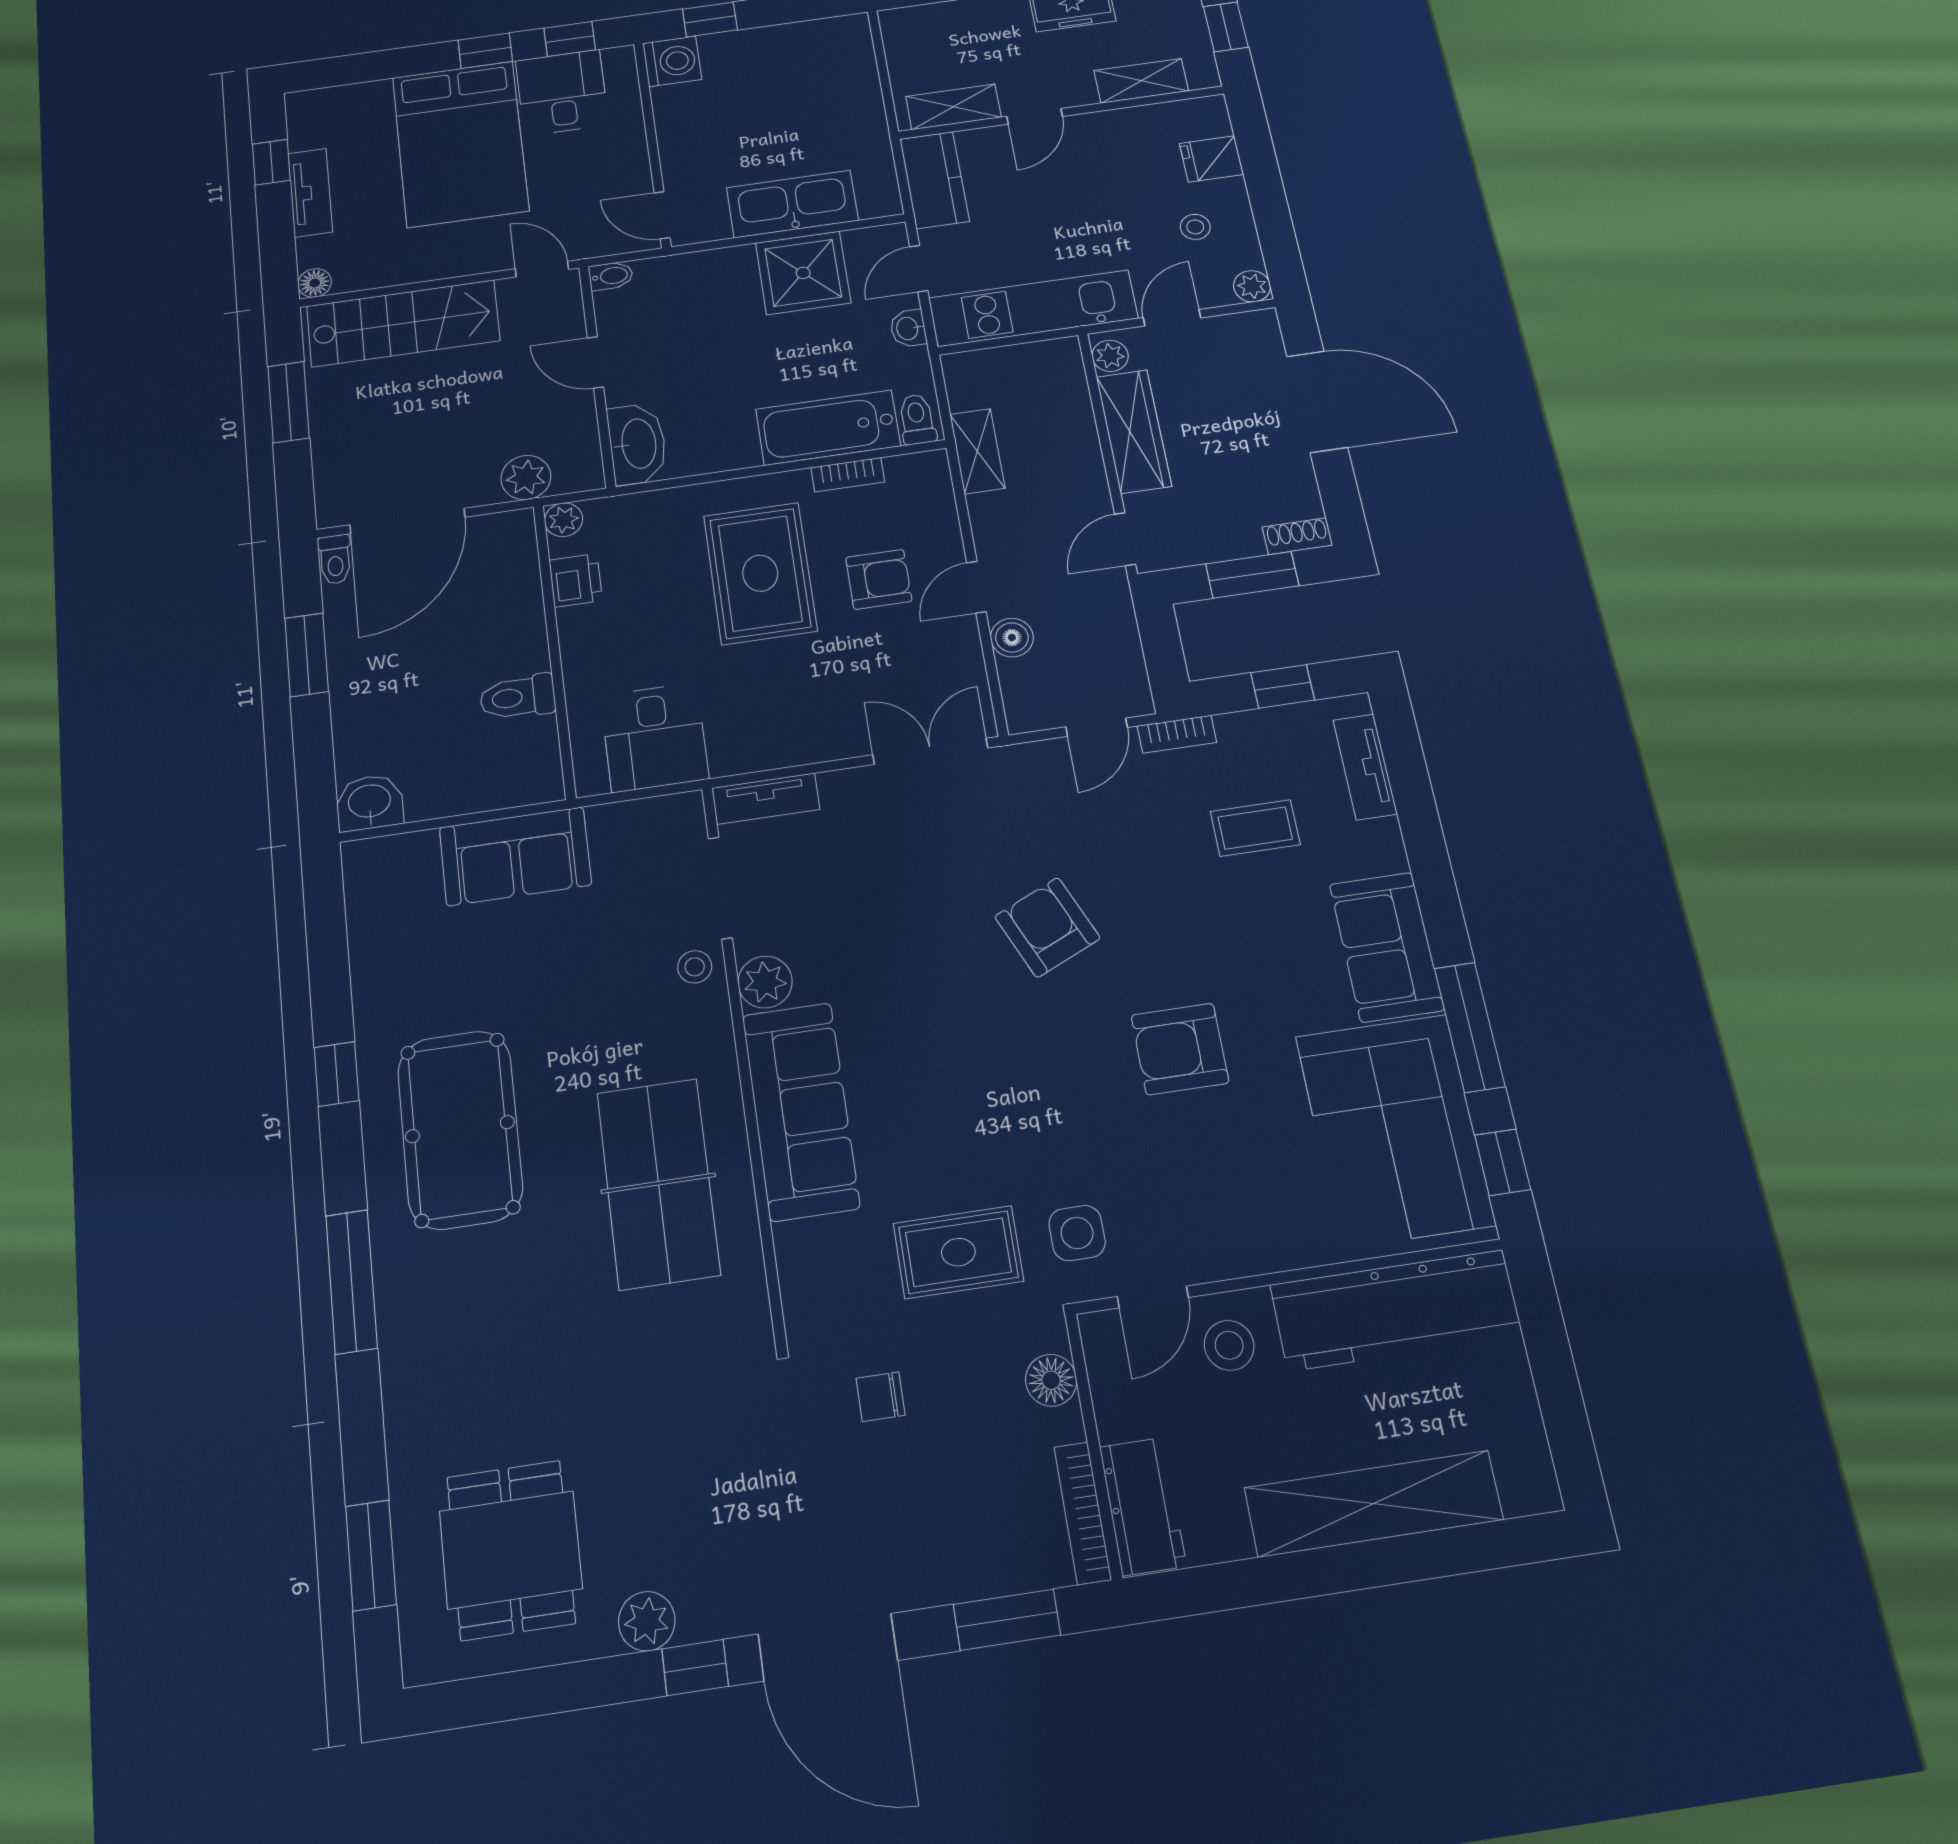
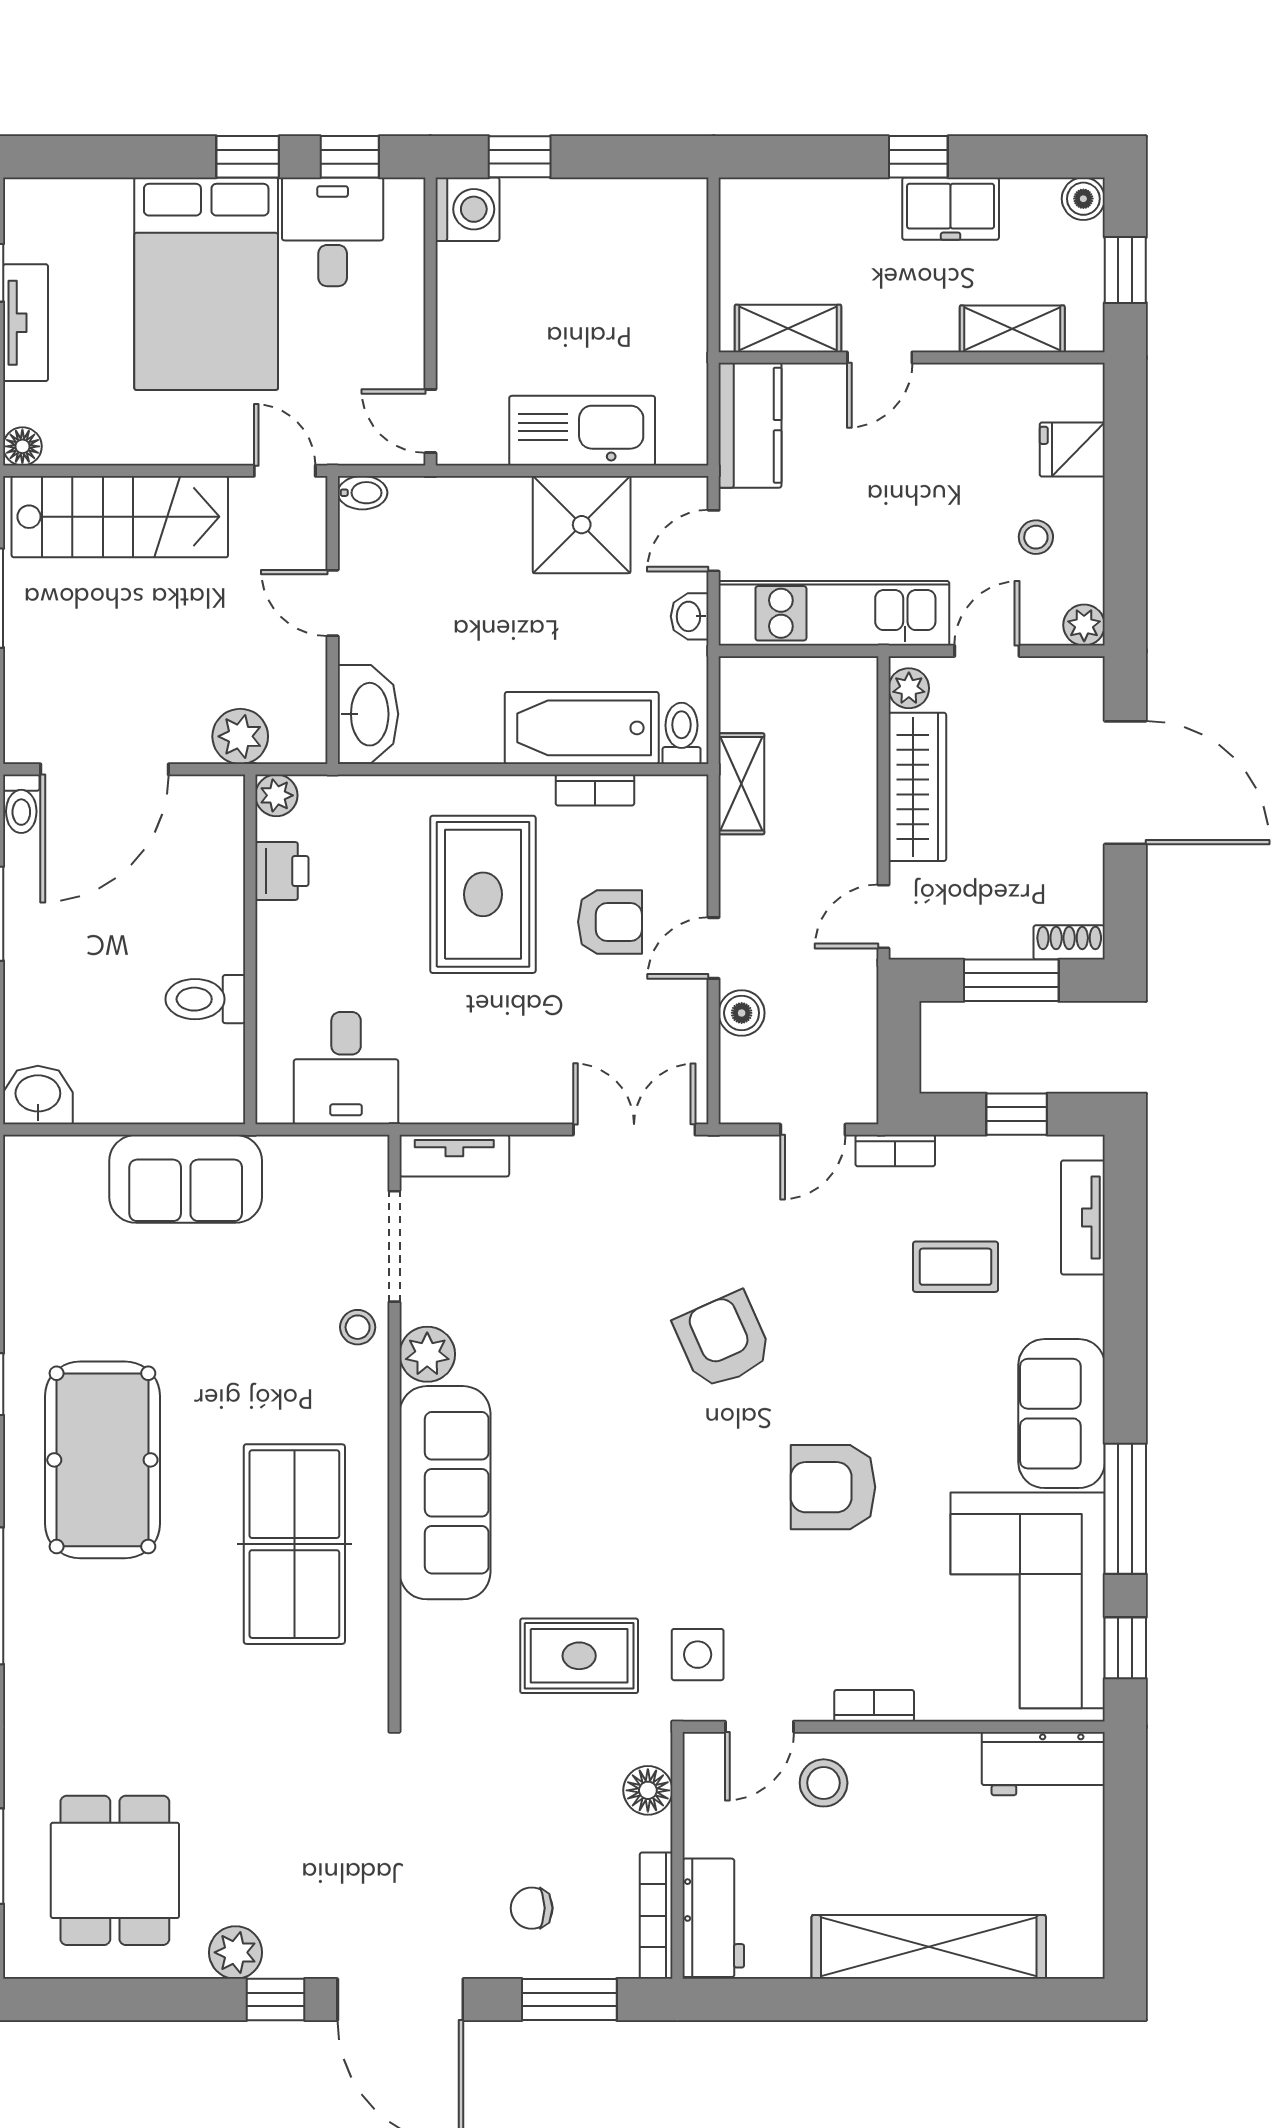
bookcase: (1264, 1258) -> (874, 1706), added
workbench: (1396, 1310) -> (1043, 1764), width x0.53, depth x0.76
chair: (881, 1397) -> (532, 1908), moved

